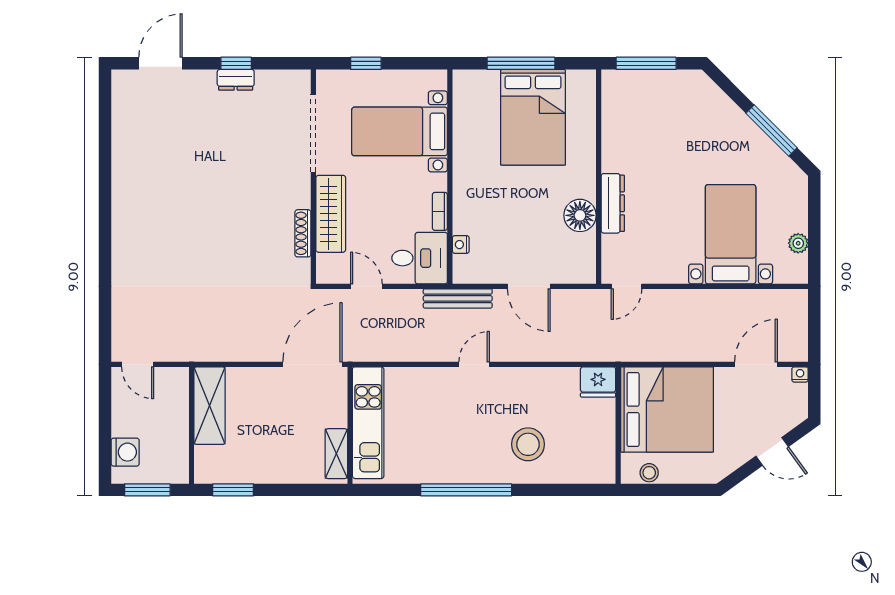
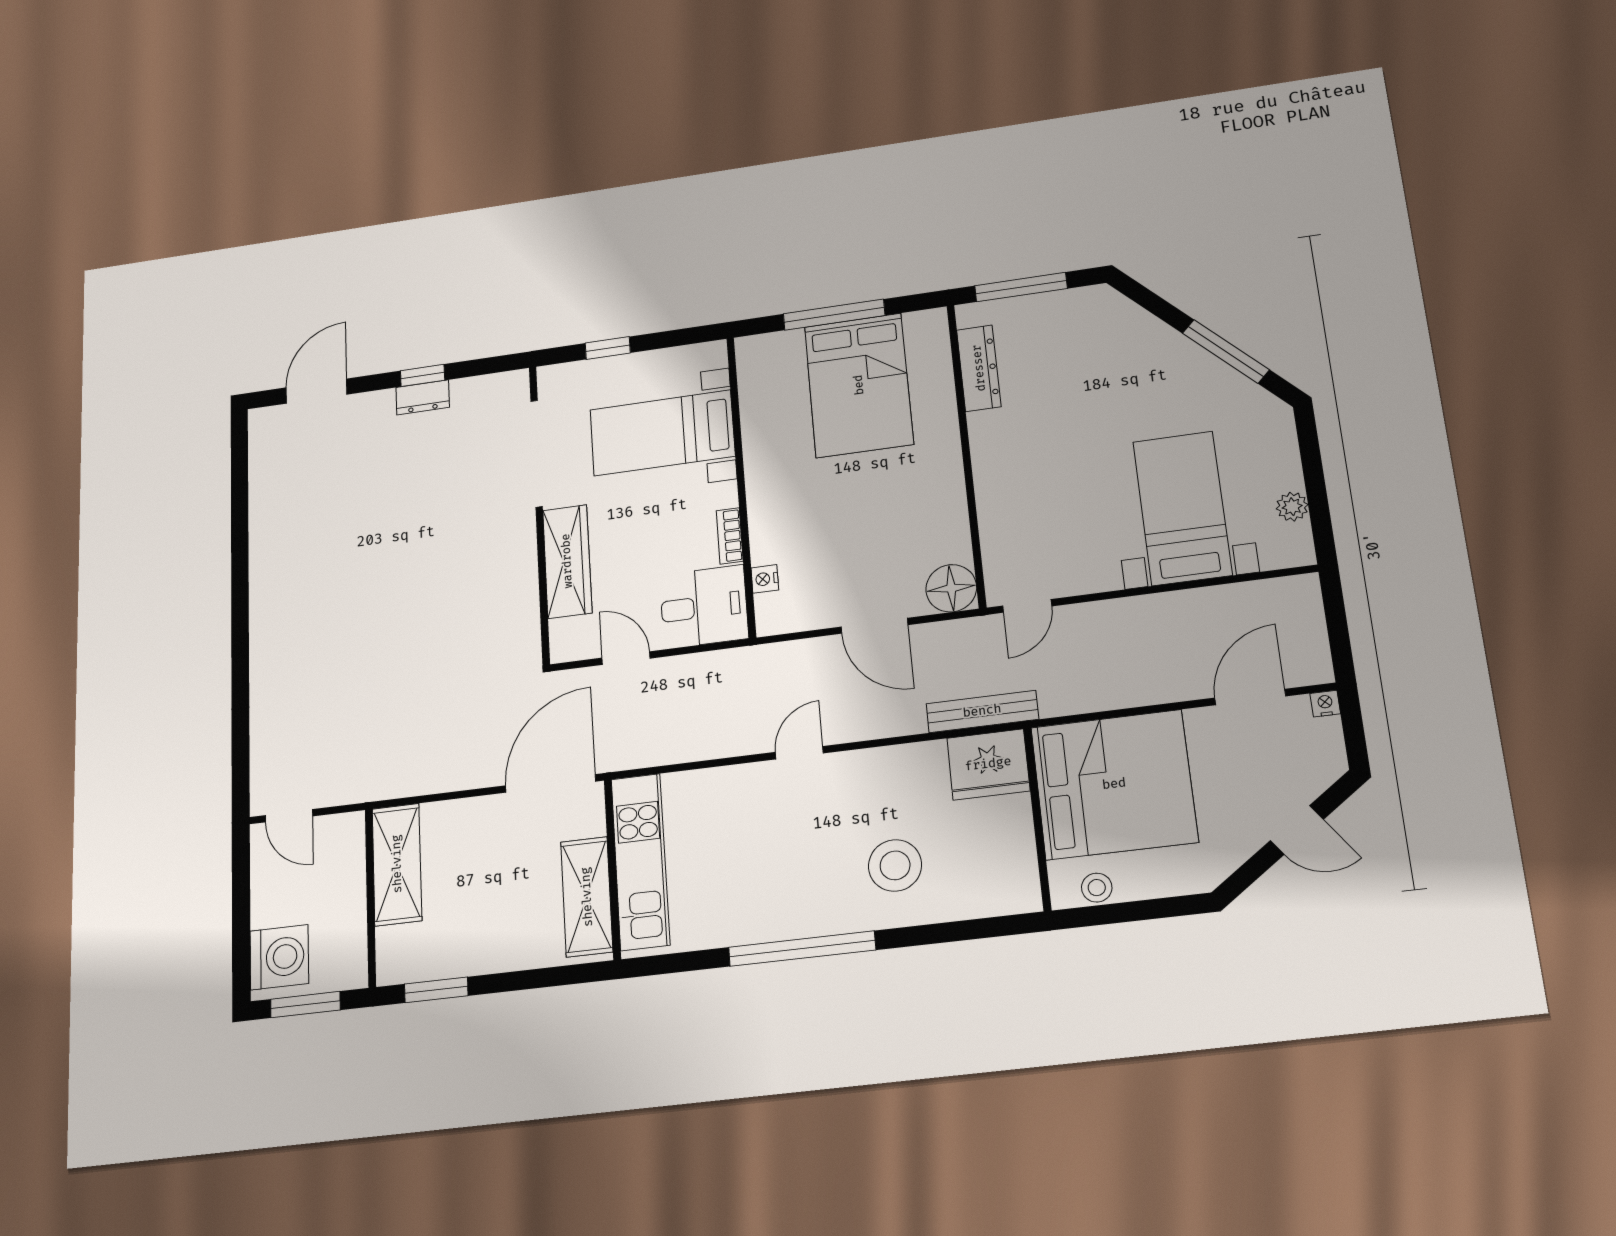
dresser: (613, 203) -> (979, 368), moved
floor lamp: (580, 215) -> (951, 588), moved
shoe rack: (303, 233) -> (528, 595), removed
bench: (458, 298) -> (982, 711), moved
fridge: (598, 382) -> (988, 764), width x1.36, depth x1.34
washing machine: (125, 452) -> (279, 957), width x1.37, depth x1.37
shelving: (336, 454) -> (587, 897), width x1.50, depth x1.33

